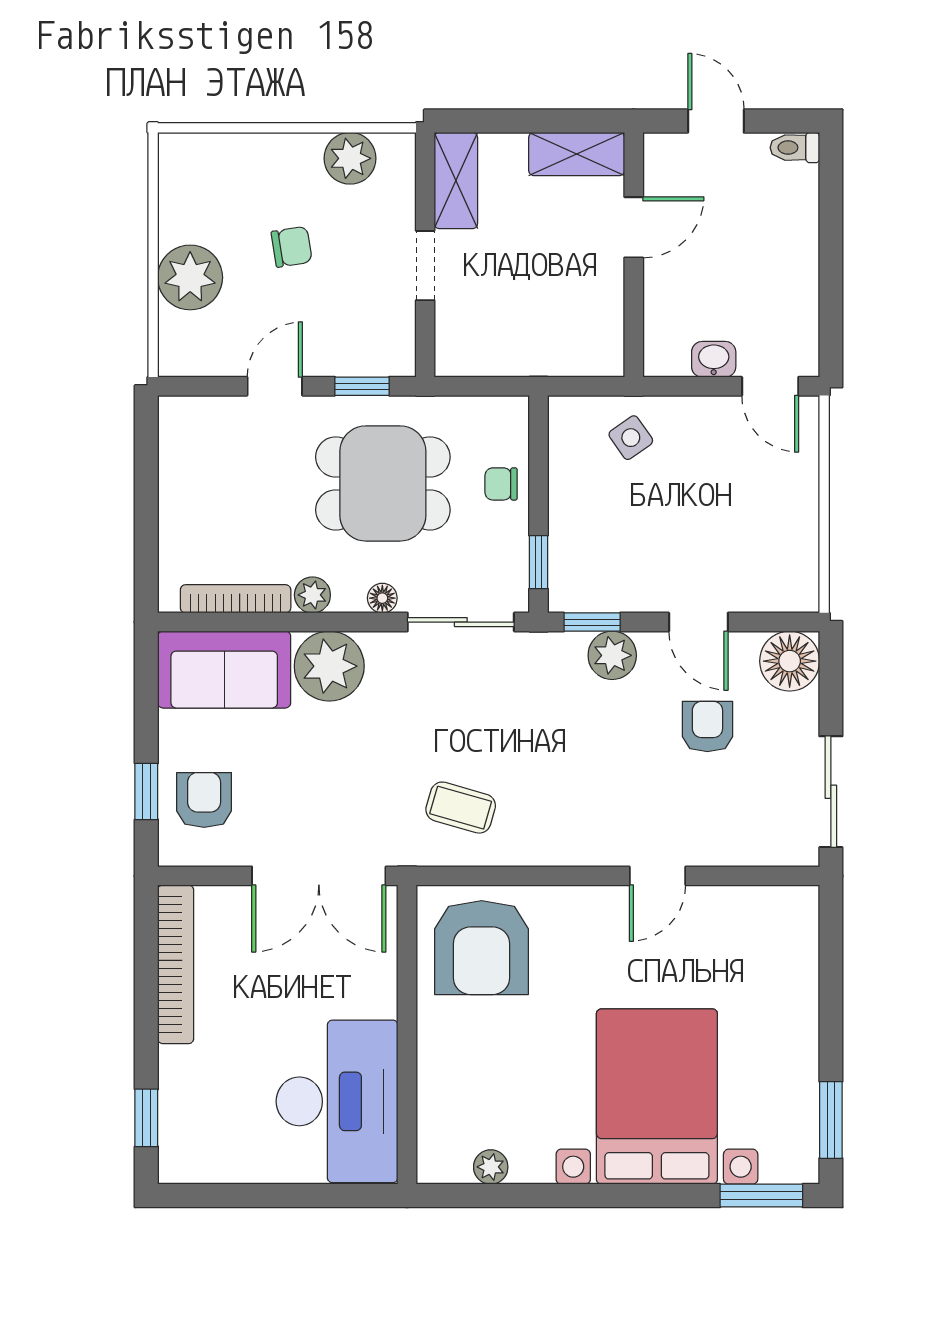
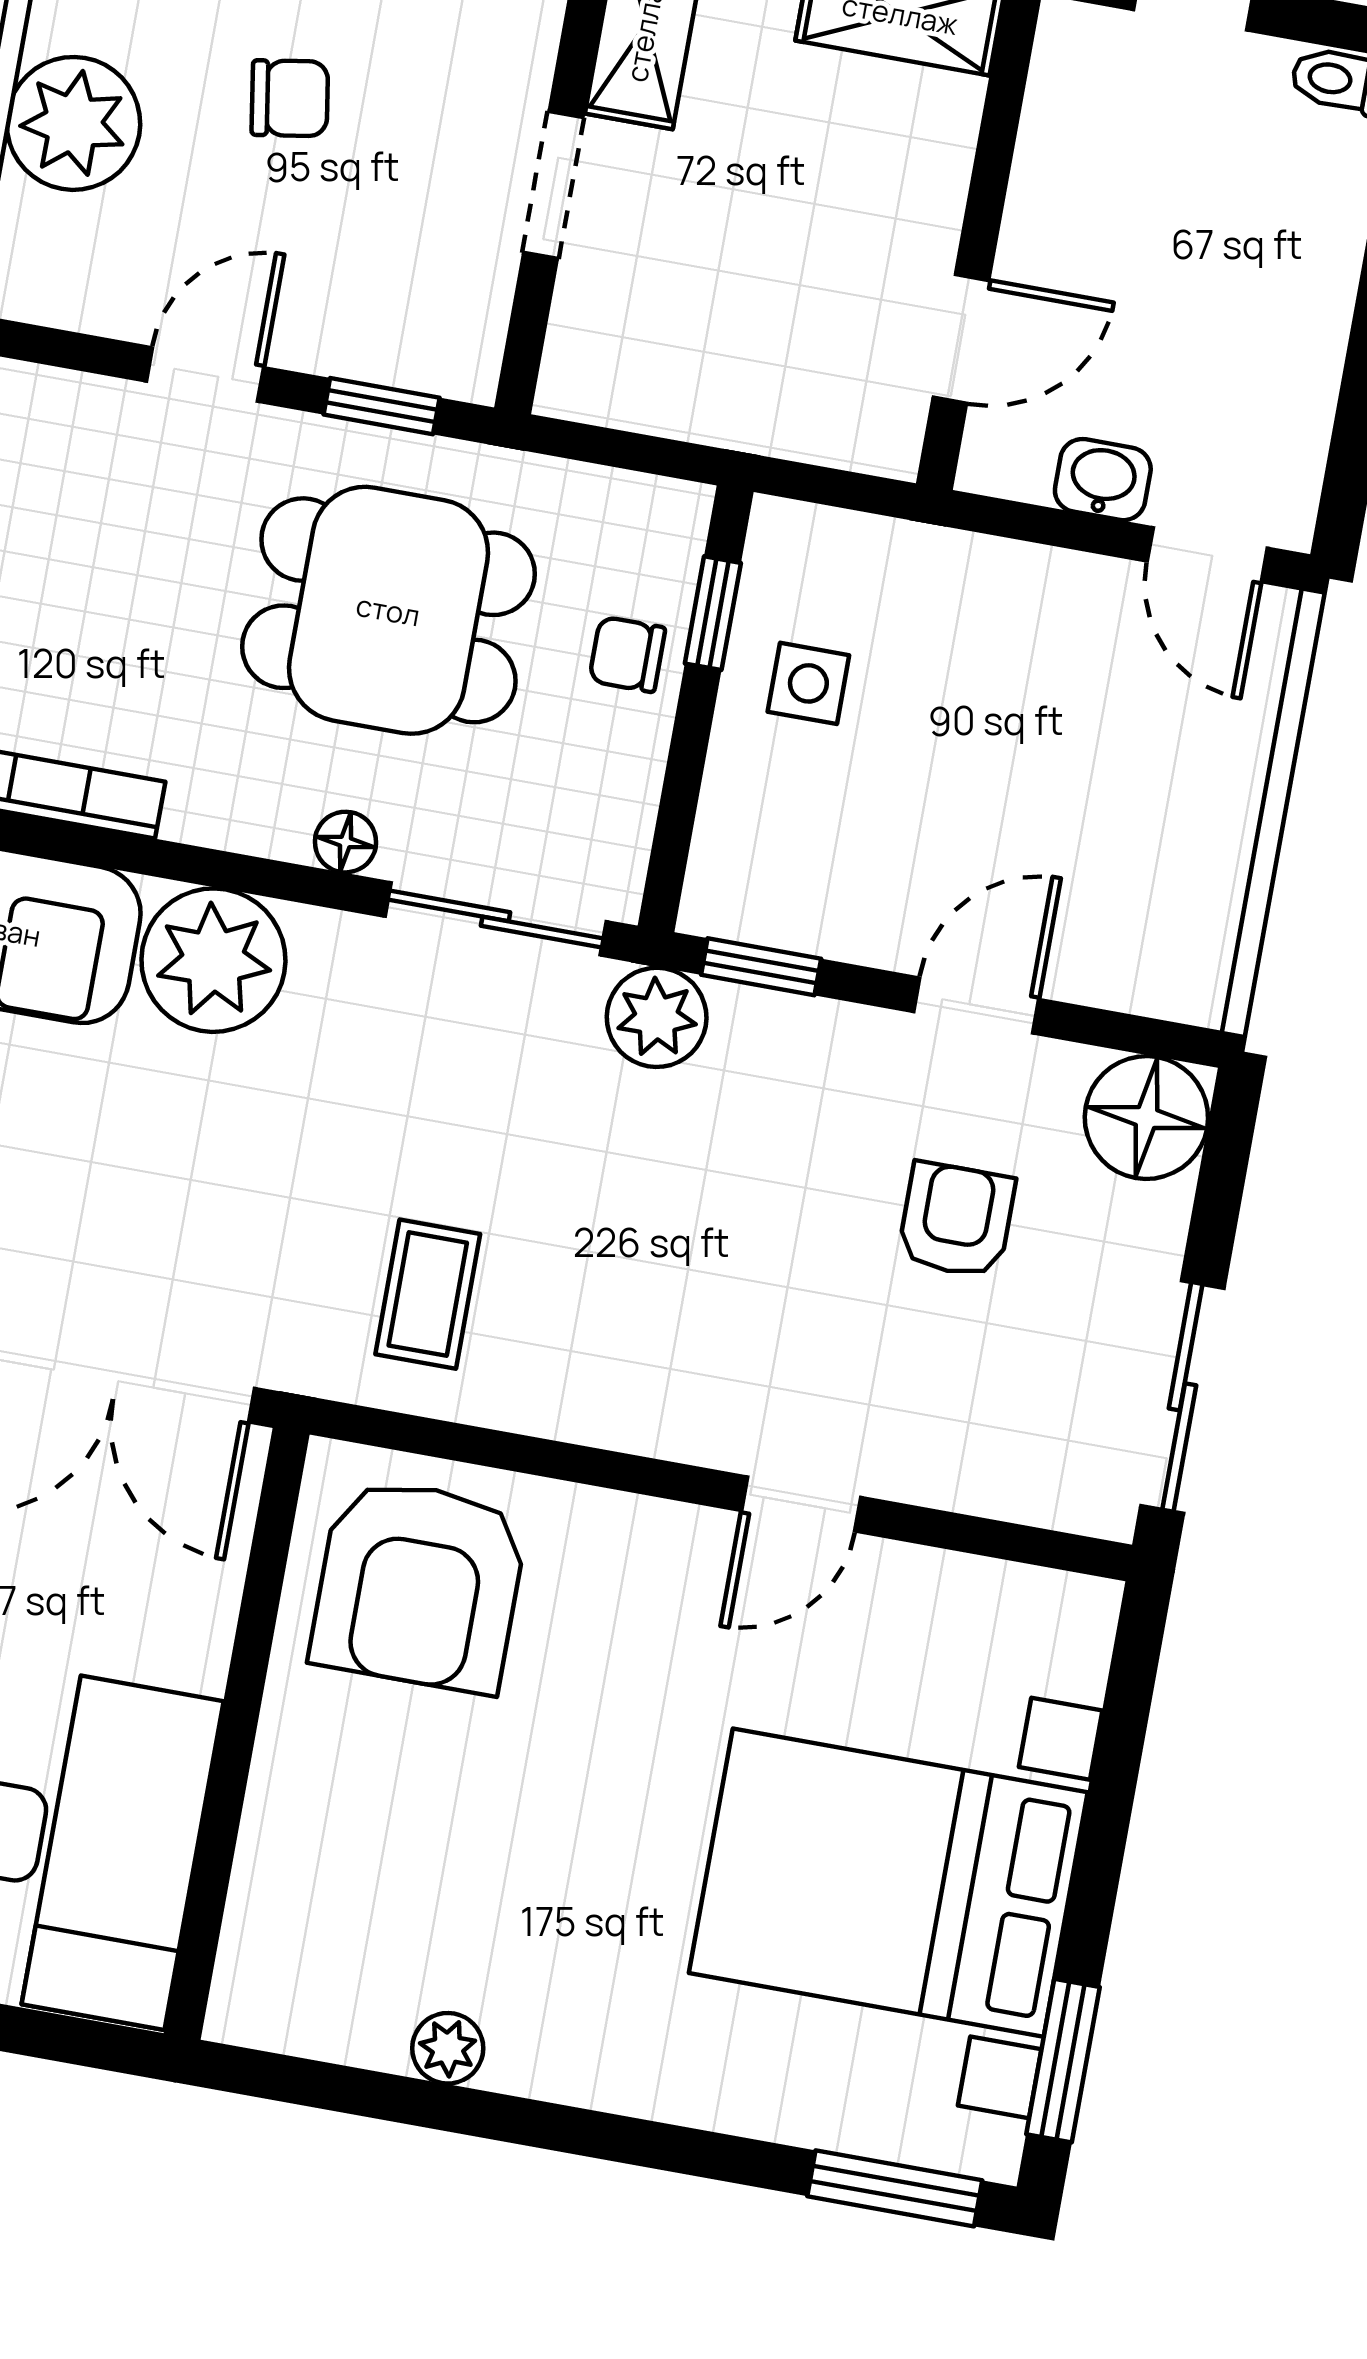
door: (634, 227) -> (961, 339), moved
side table: (631, 438) -> (808, 683), moved, turned 35
window: (538, 562) -> (713, 613), moved
plant: (312, 595) -> (205, 810), removed
door: (698, 622) -> (976, 1005), swing flipped
plant: (612, 655) -> (657, 1017), moved
coffee table: (461, 808) -> (428, 1294), turned 74
bed with nightstands: (657, 1097) -> (888, 1883), moved, turned -90
plant: (491, 1167) -> (448, 2048), moved

